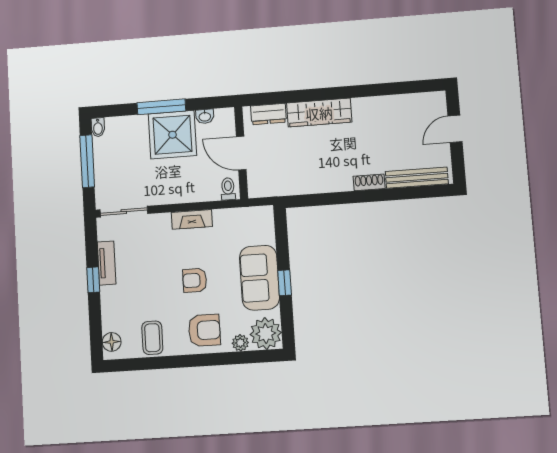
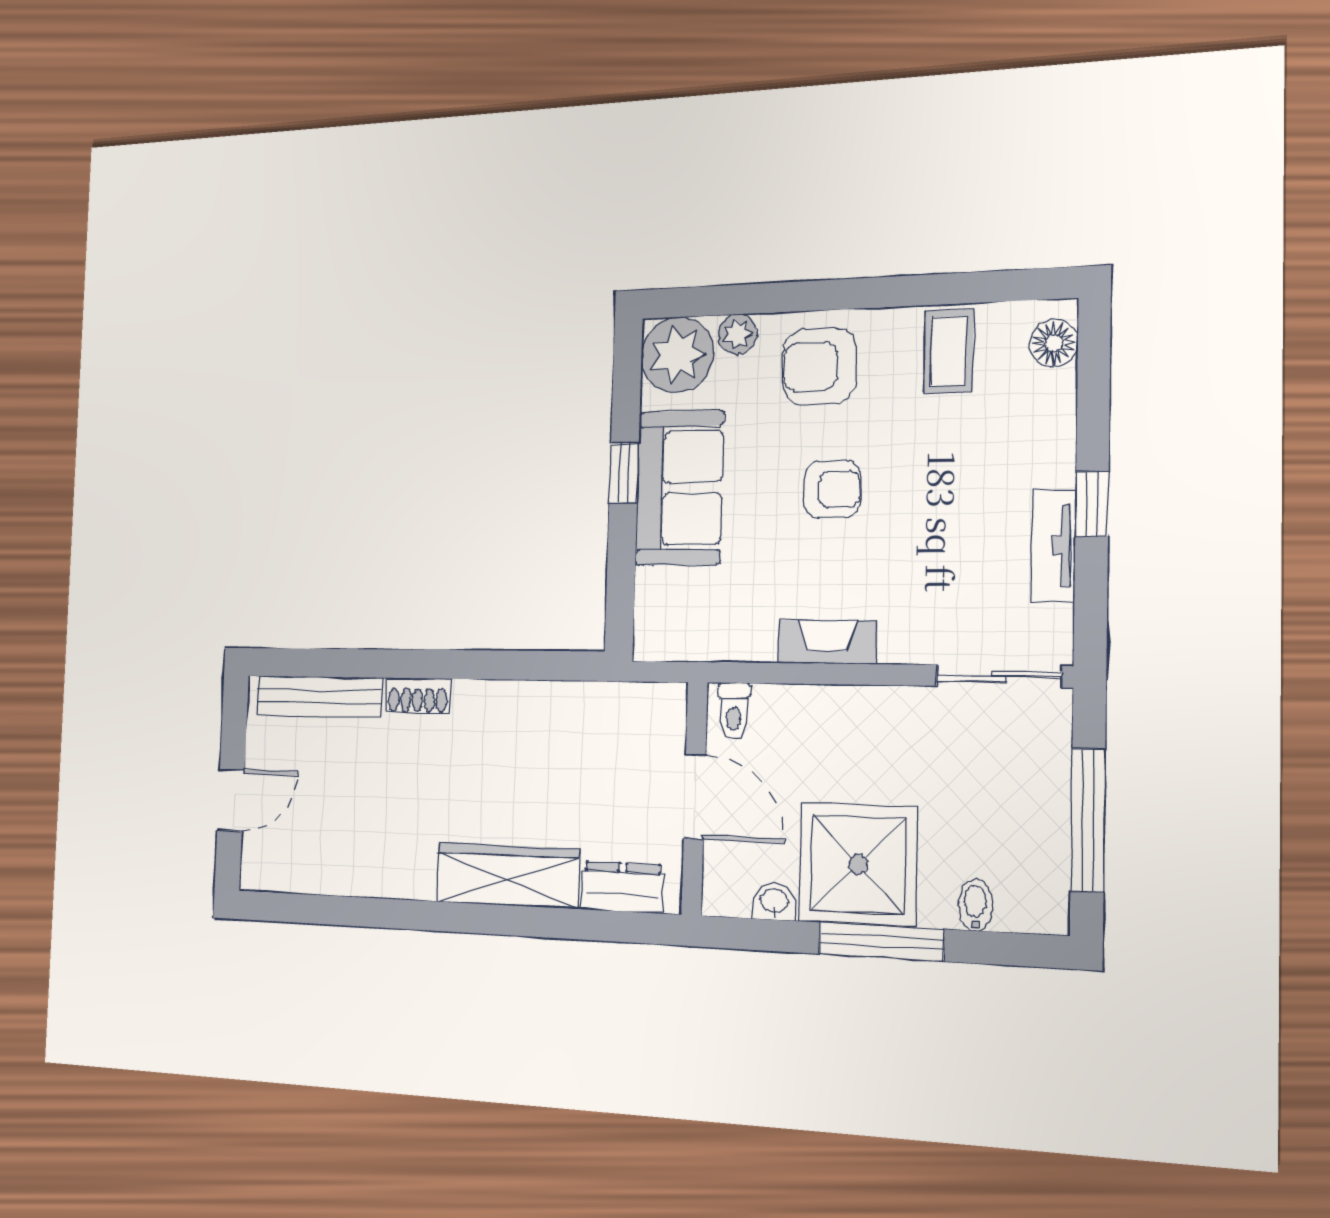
bidet: (98, 127) -> (975, 905), moved

